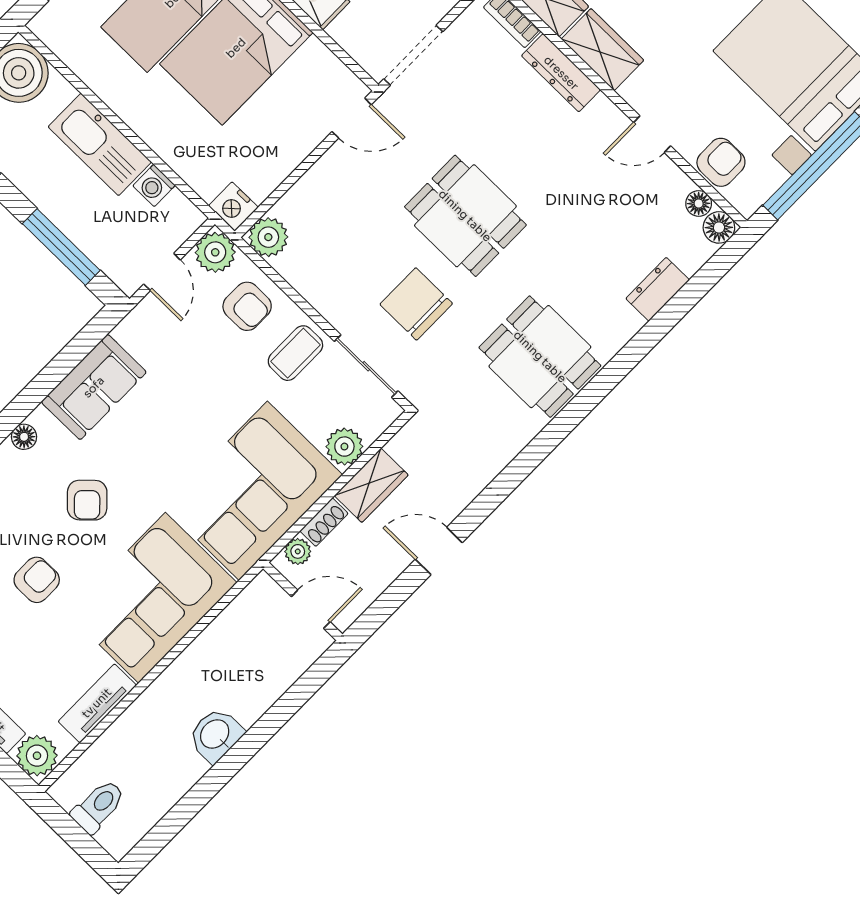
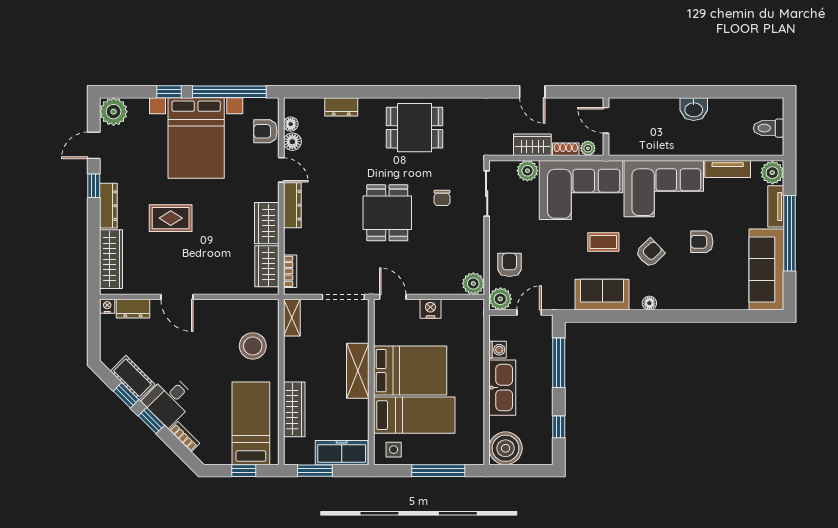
dresser: (561, 73) -> (292, 205), moved
nightstand: (233, 207) -> (430, 309), moved, turned -90
floor lamp: (719, 227) -> (292, 142), moved
chair: (416, 304) -> (442, 198), width x0.54, depth x0.54
coffee table: (295, 353) -> (603, 242), moved
dining table: (540, 357) -> (415, 128), turned 90

